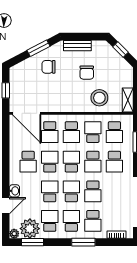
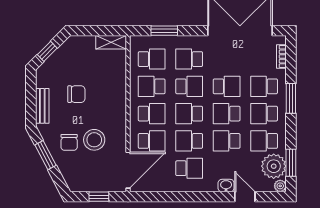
stool: (99, 98) -> (94, 140), moved
school desk: (114, 162) -> (189, 59), turned 180
school desk: (93, 221) -> (264, 86), turned 180

